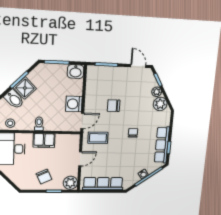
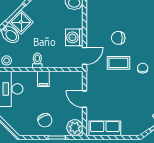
coffee table: (98, 138) -> (118, 63), moved
filing cabinet: (44, 141) -> (43, 79), width x0.50
door: (80, 159) -> (84, 99), swing flipped
row of seats: (103, 184) -> (105, 128), width x0.68

